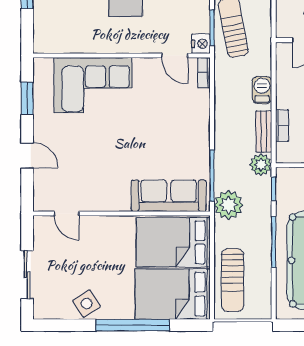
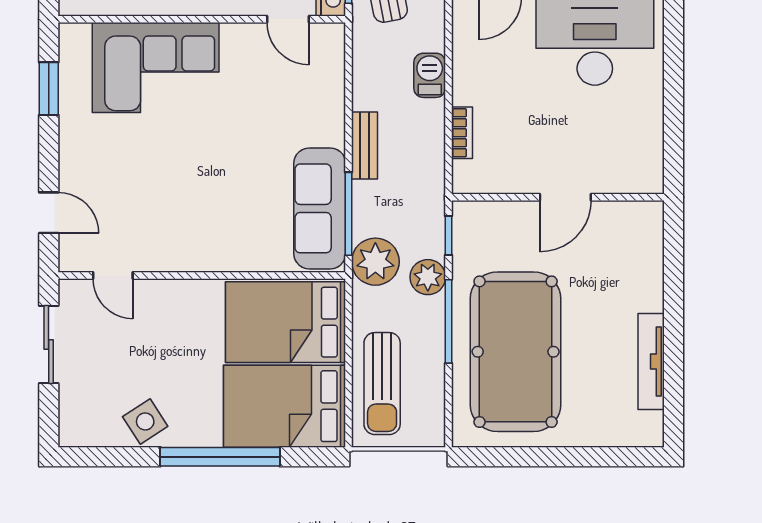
bookcase: (204, 73) -> (336, 47), removed
bench: (264, 131) -> (365, 146), moved
door: (27, 155) -> (49, 213), moved
plant: (261, 165) -> (428, 277), moved
sofa: (169, 196) -> (320, 208), moved, turned -90
sliding door: (27, 275) -> (49, 345), moved

